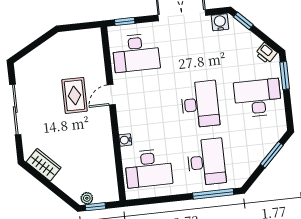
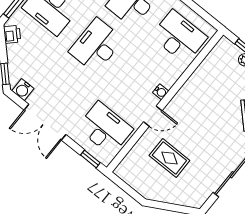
rug: (74, 95) -> (169, 158), moved, turned 90
water cooler: (125, 140) -> (161, 92), moved

